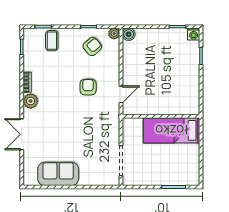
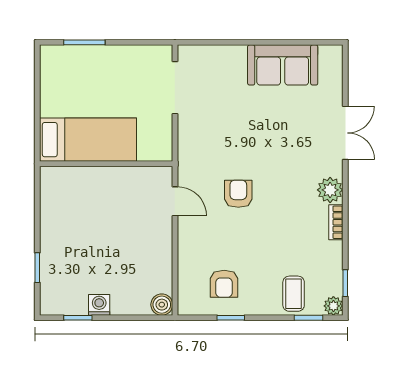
plant: (114, 34) -> (333, 306), moved
washing machine: (194, 34) -> (99, 305), moved
armchair: (92, 46) -> (224, 284), turned -49
armchair: (88, 87) -> (238, 194), moved, turned 180
door: (121, 94) -> (175, 201), swing flipped

